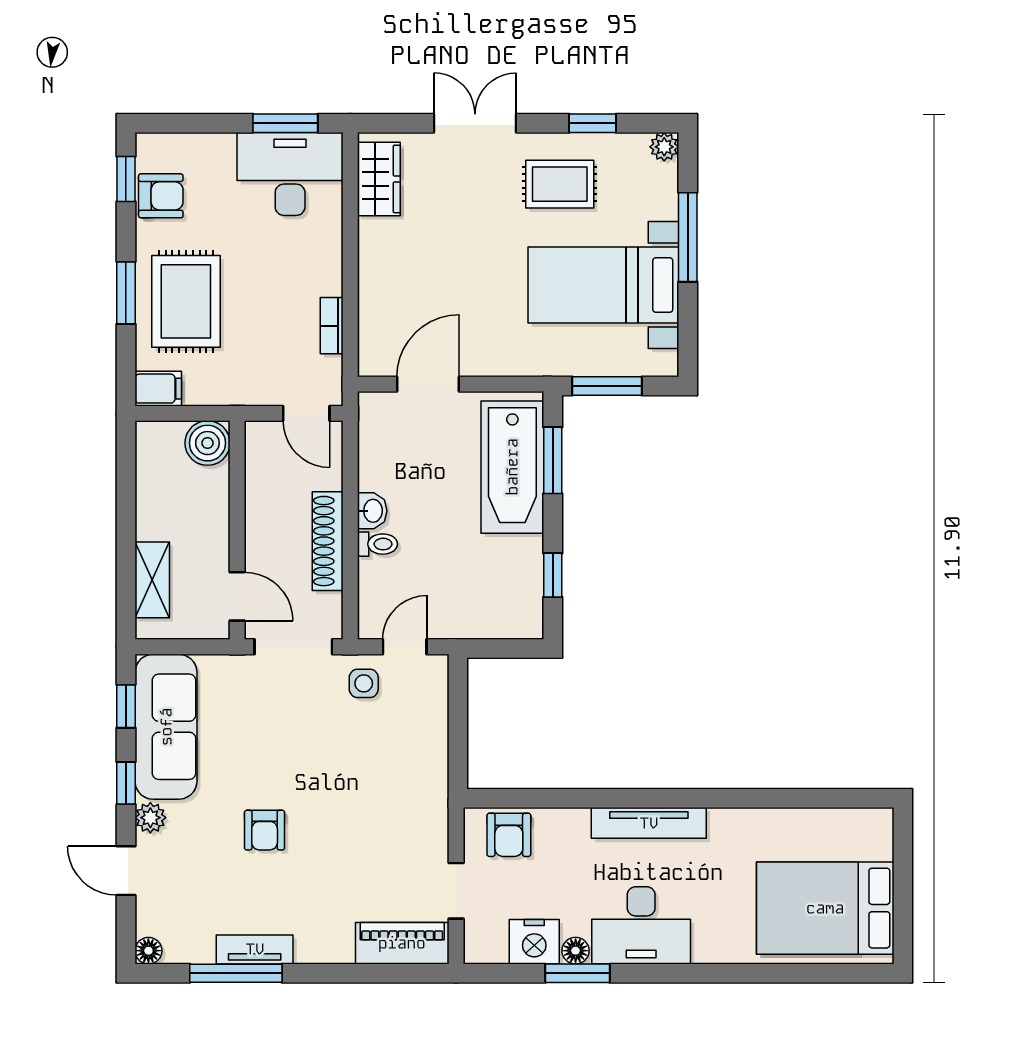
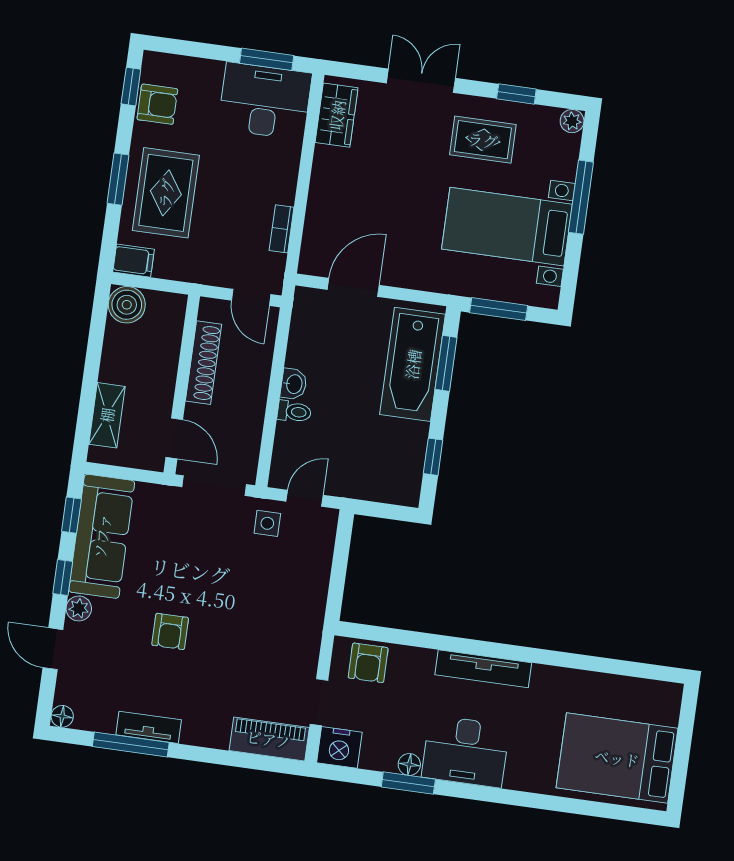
boiler: (207, 443) -> (127, 305), moved
shoe rack: (328, 541) -> (203, 363), moved, turned 180
nightstand: (534, 942) -> (339, 747), moved

